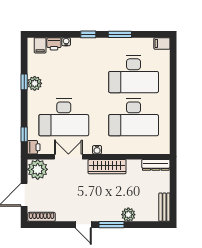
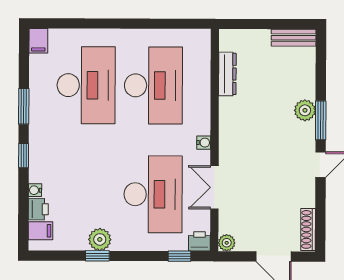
dresser: (156, 165) -> (227, 74), moved
wardrobe: (107, 167) -> (230, 127), removed
plant: (38, 169) -> (227, 243), width x0.53, depth x0.53
plant: (128, 215) -> (305, 110), moved

